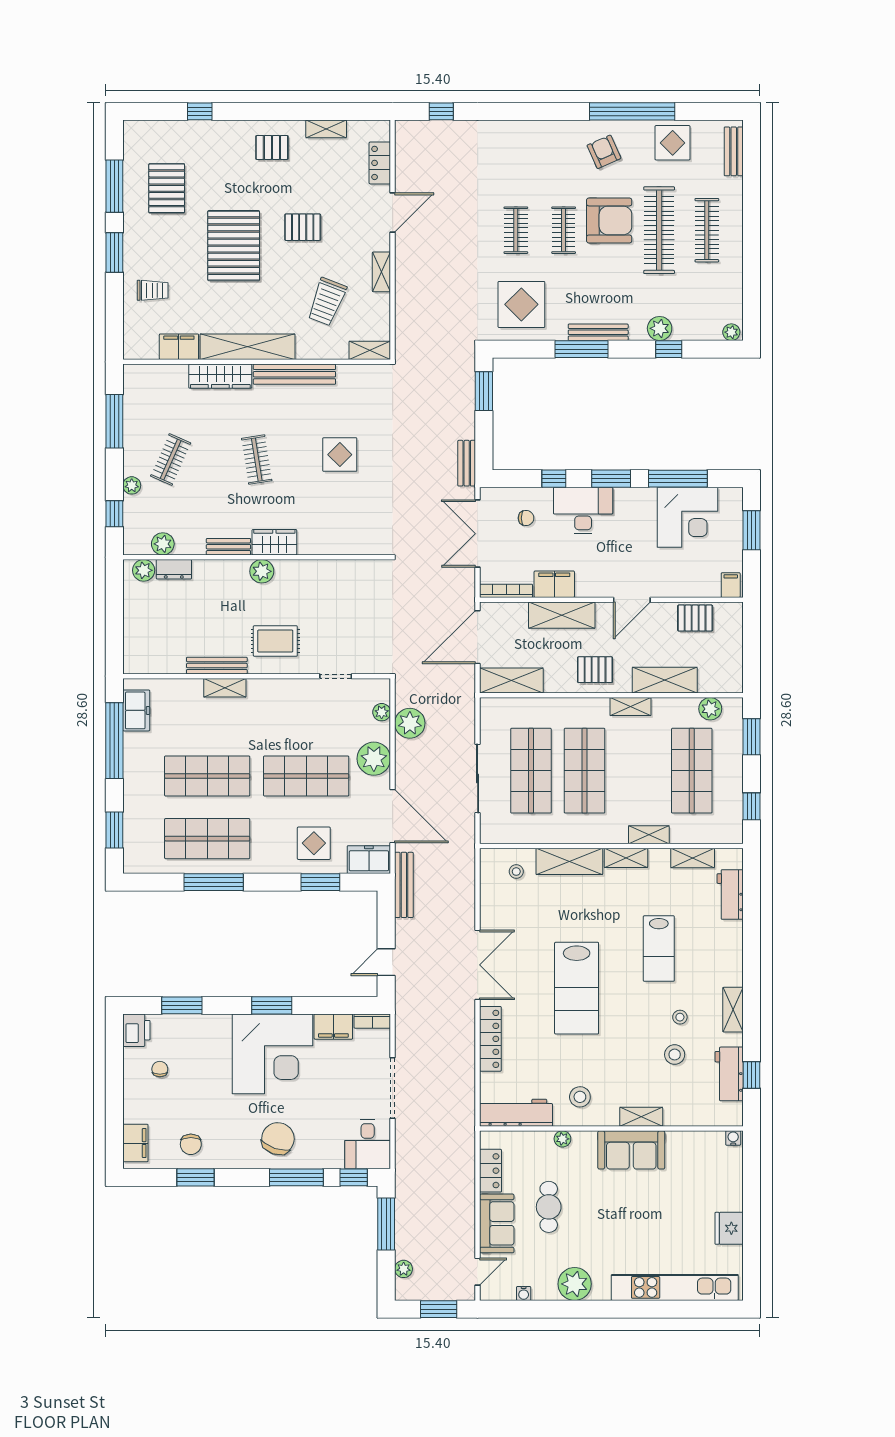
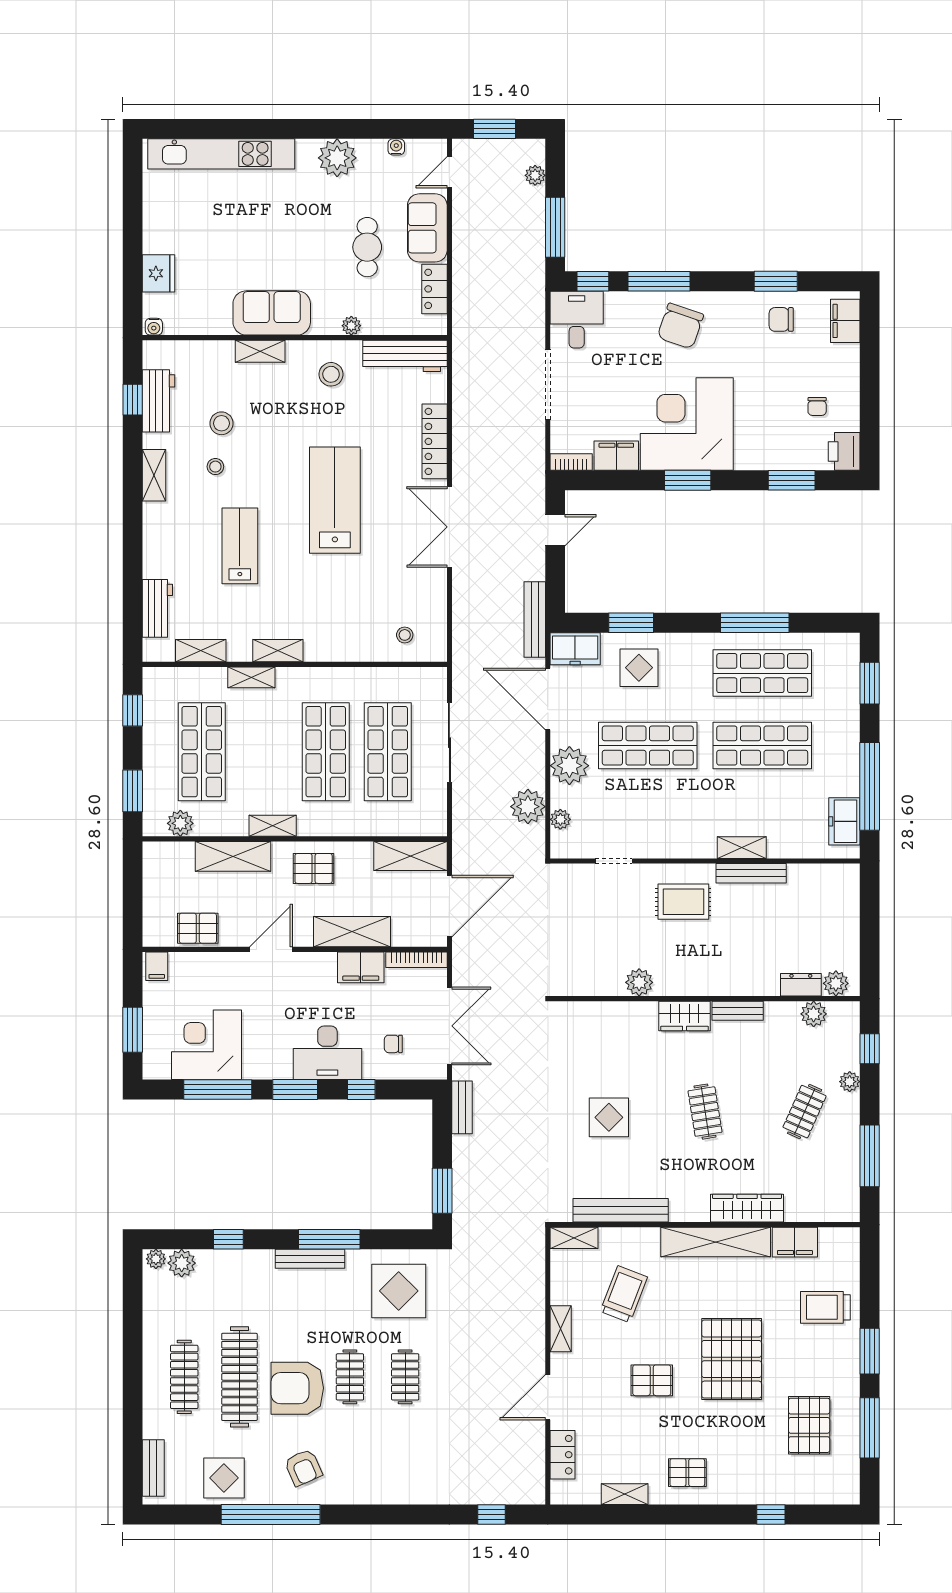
trolley: (153, 290) -> (825, 1307), width x1.36, depth x1.39
plant: (660, 328) -> (182, 1263), moved
bench: (294, 374) -> (621, 1210), moved
plant: (262, 571) -> (639, 982), moved
shelving: (569, 861) -> (343, 647), removed
chair: (191, 1144) -> (781, 319), turned -90
fridge: (729, 1228) -> (159, 273), moved

